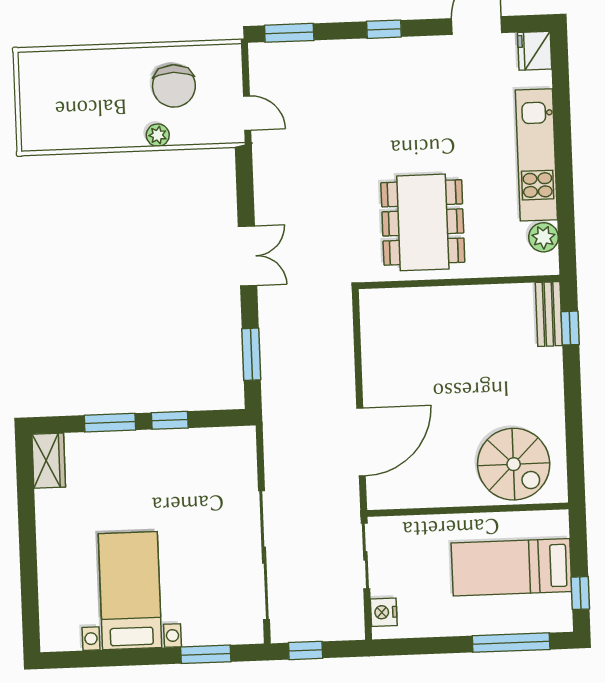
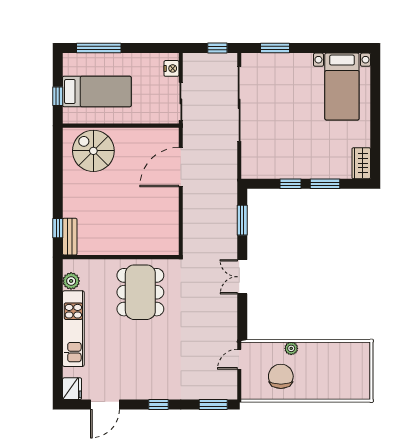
door: (247, 113) -> (239, 359), hinge flipped
bed with nightstands: (130, 591) -> (342, 87), moved
window: (580, 593) -> (58, 96), moved

